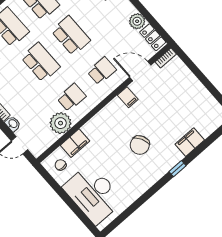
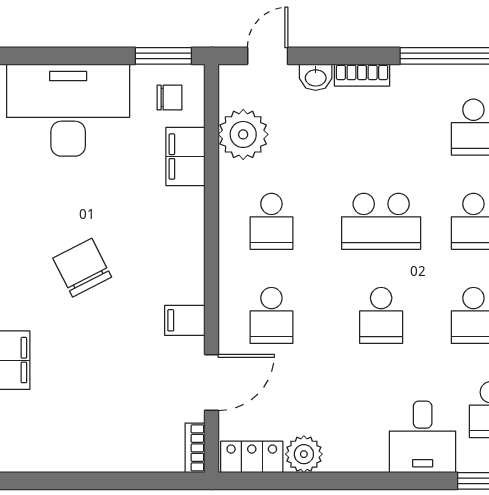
school desk: (71, 36) -> (381, 315), width x0.54
plant: (61, 123) -> (243, 134), moved
window: (49, 179) -> (163, 56), added

